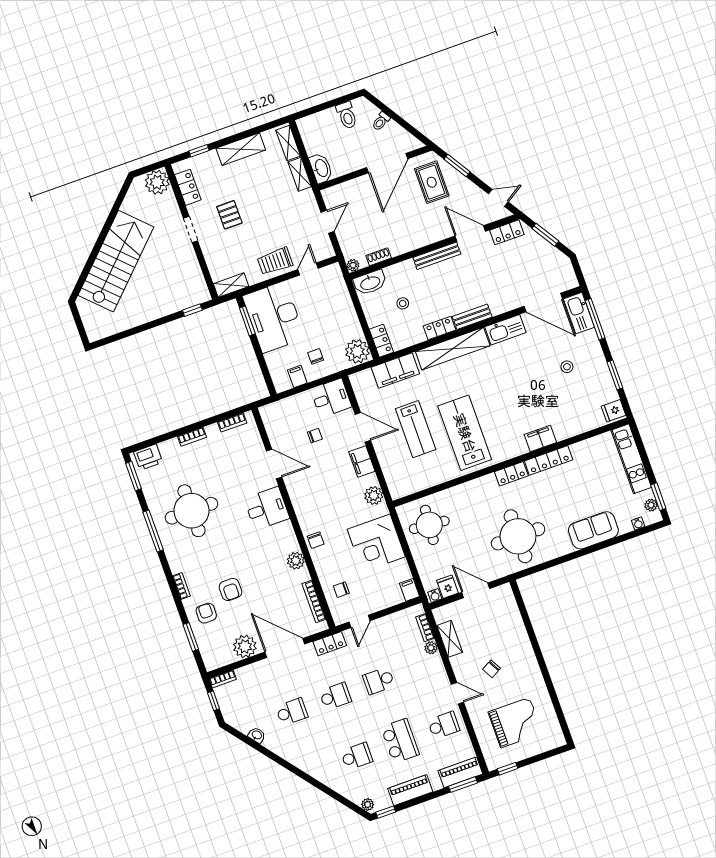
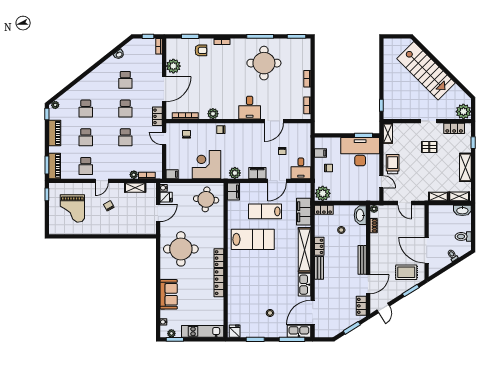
washbasin: (321, 168) -> (462, 210), moved
filing cabinet: (540, 438) -> (234, 191), moved
printer: (148, 457) -> (304, 49), removed
armchair: (230, 589) -> (210, 69), removed
school desk: (379, 681) -> (125, 137), turned 180
school desk: (400, 741) -> (86, 137), width x0.54

